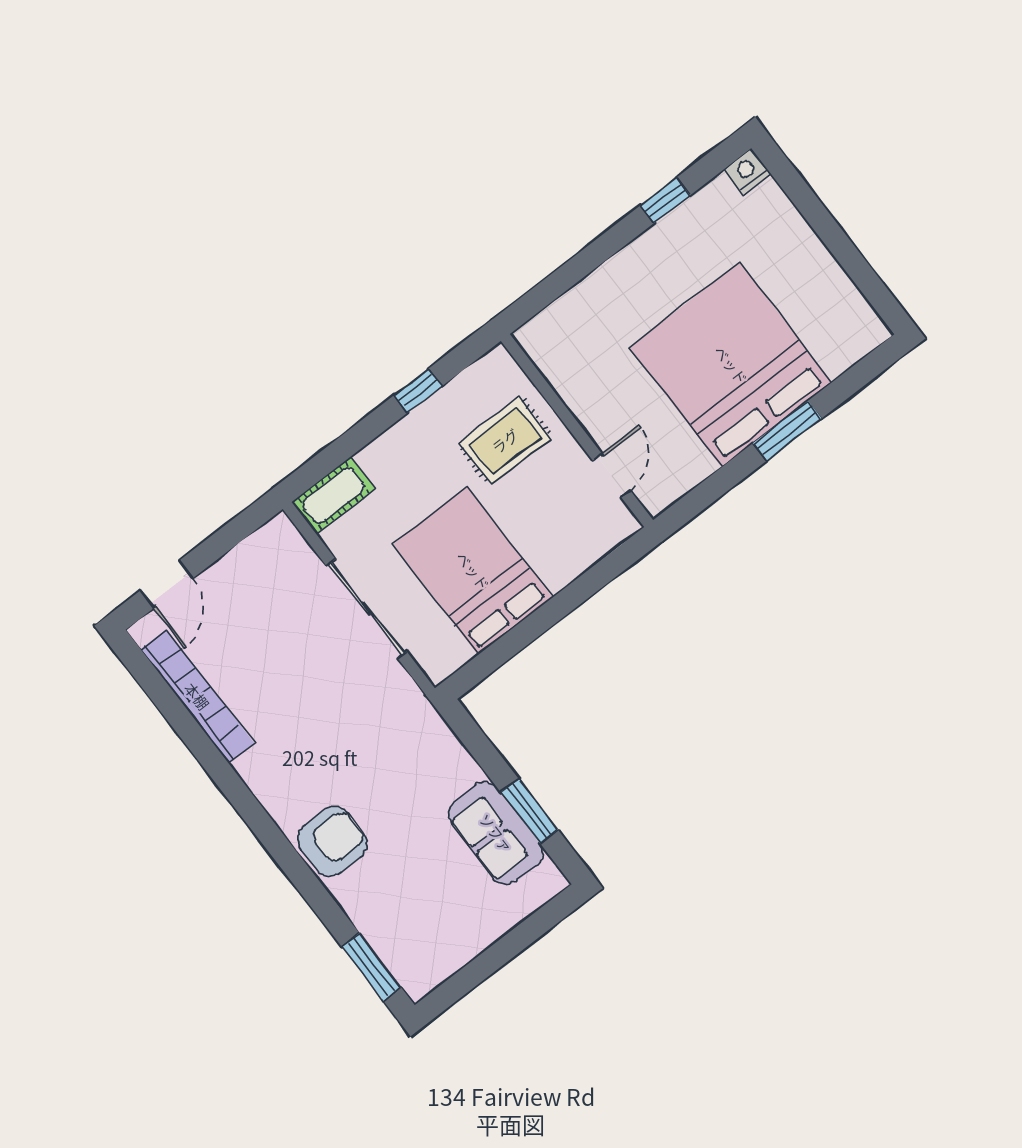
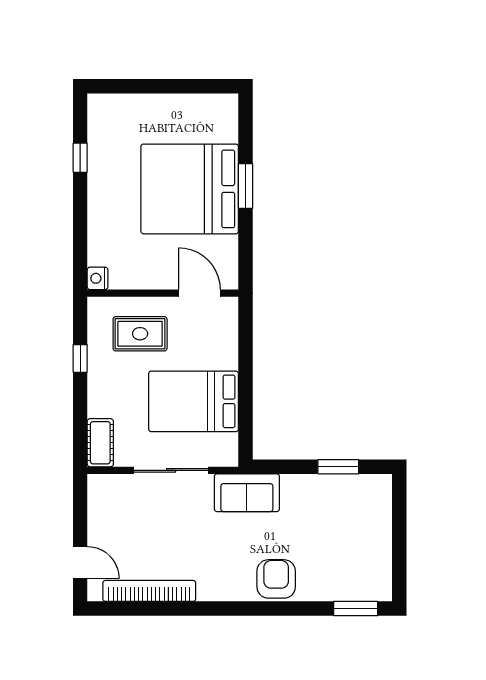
nightstand: (747, 171) -> (98, 278), moved
rug: (505, 441) -> (140, 334), turned 90
door: (612, 476) -> (199, 293), width x1.38
sofa: (496, 833) -> (247, 493), moved

